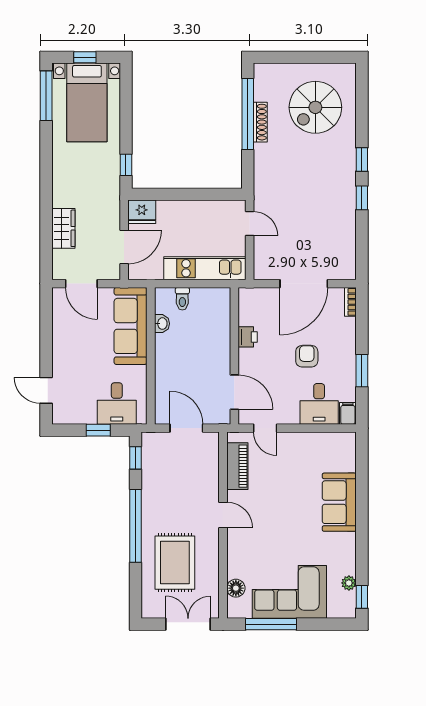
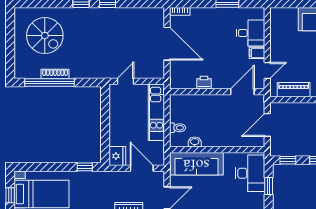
armchair: (307, 356) -> (217, 42), removed
desk: (117, 403) -> (250, 173), width x1.37
filing cabinet: (348, 413) -> (257, 53), moved

